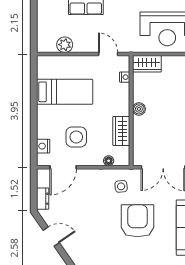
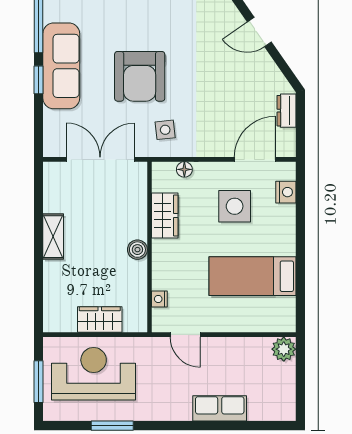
plant: (65, 45) -> (284, 349), moved
wardrobe: (147, 64) -> (100, 320), moved
door: (51, 237) -> (259, 32), moved

